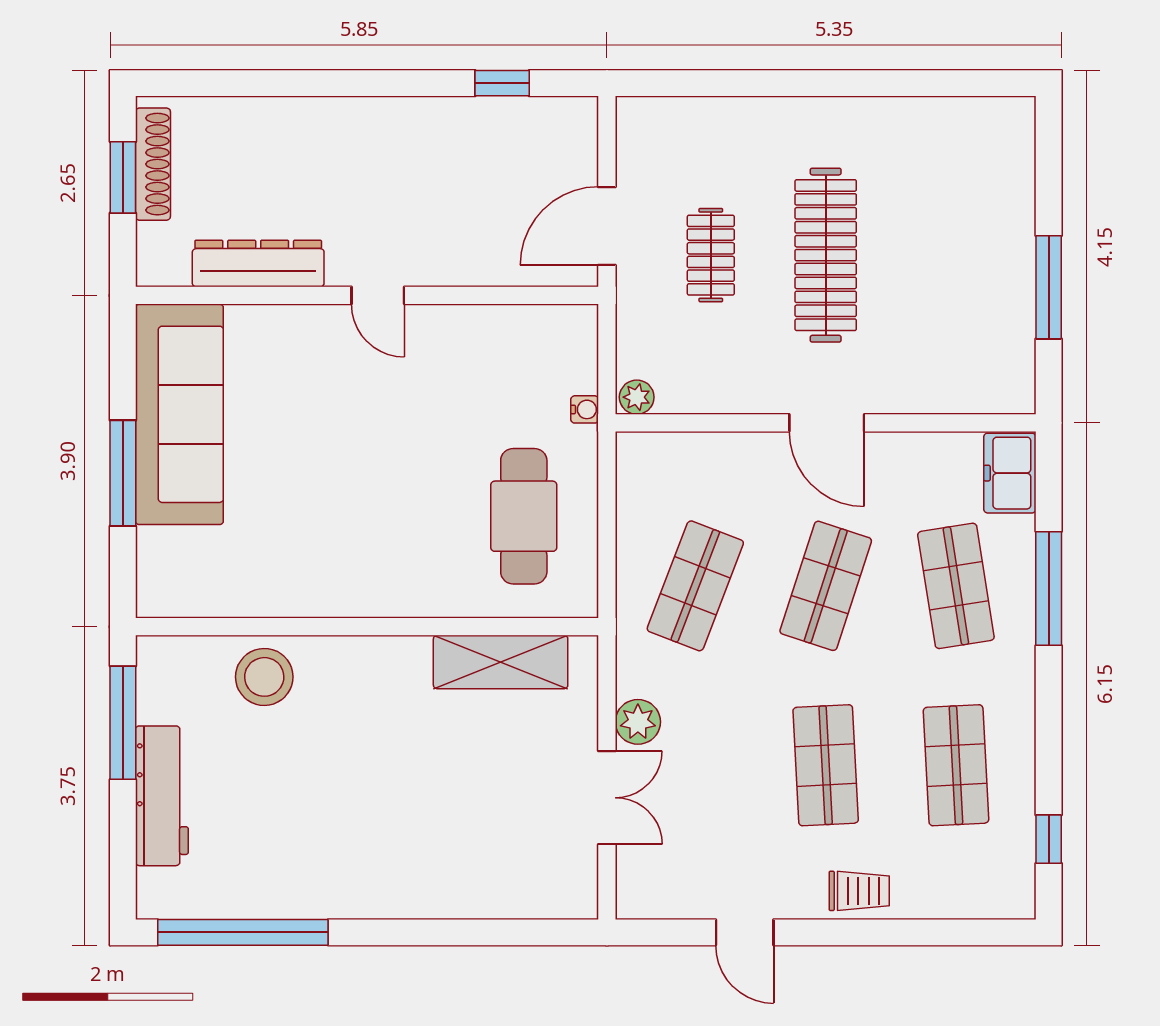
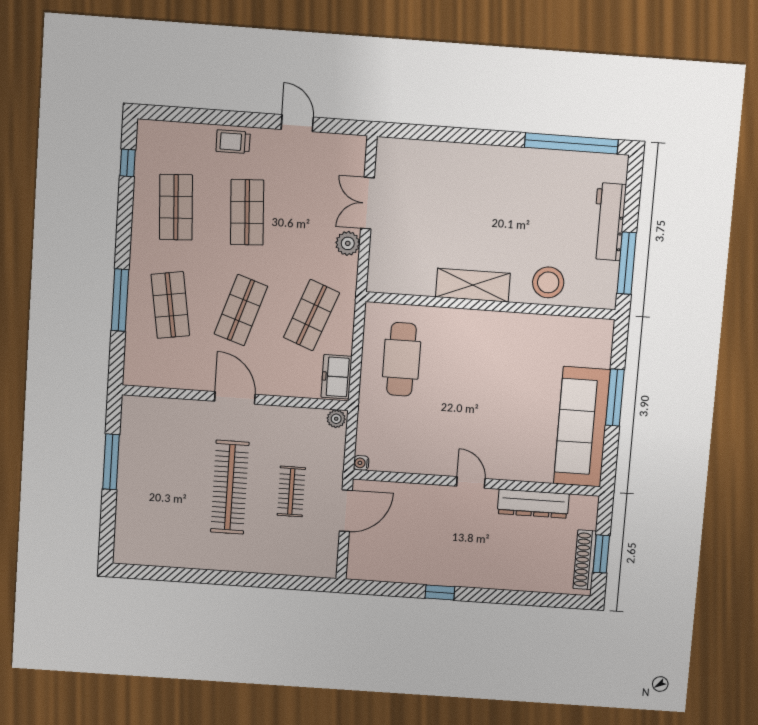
window: (502, 83) -> (440, 592), moved
water cooler: (585, 409) -> (361, 463), moved
freezer: (1010, 473) -> (337, 377), moved, turned 180
shelving: (501, 662) -> (473, 285), moved

